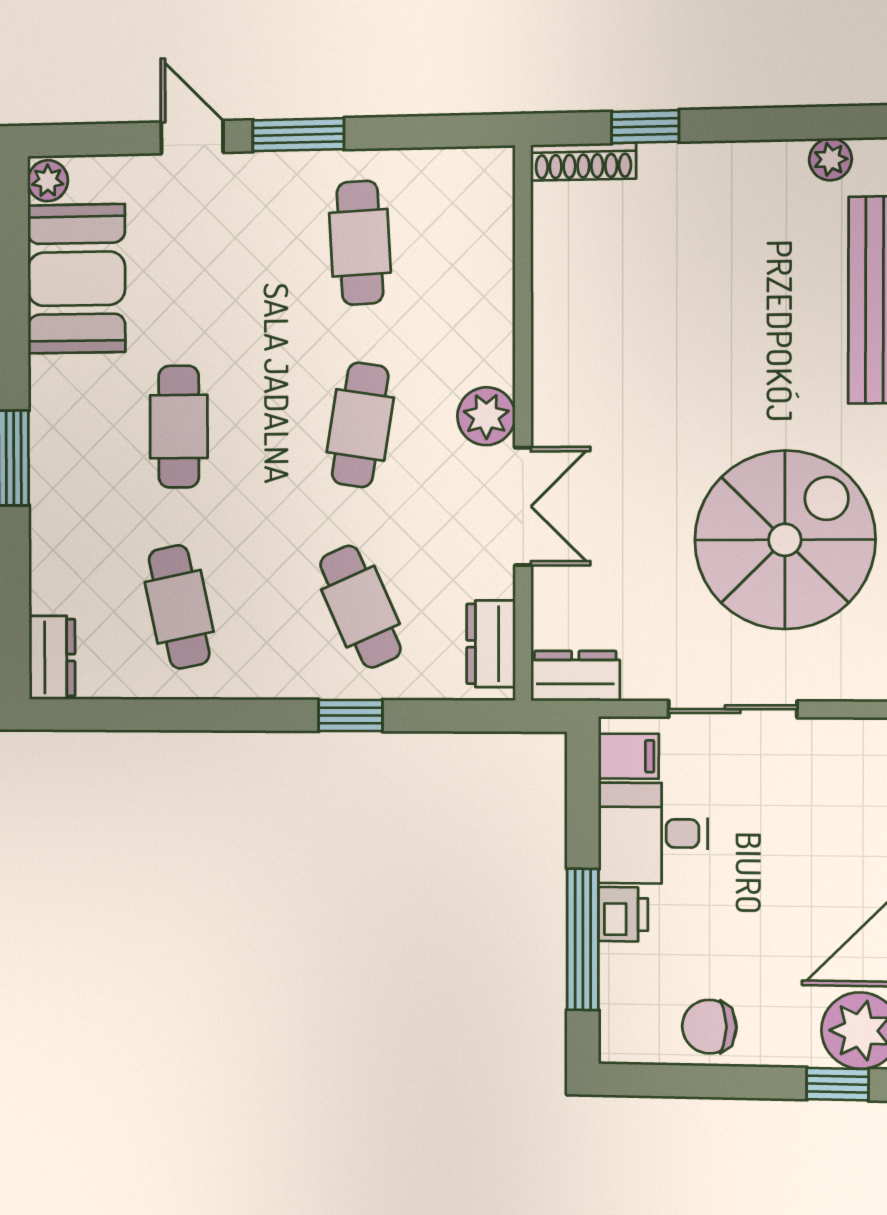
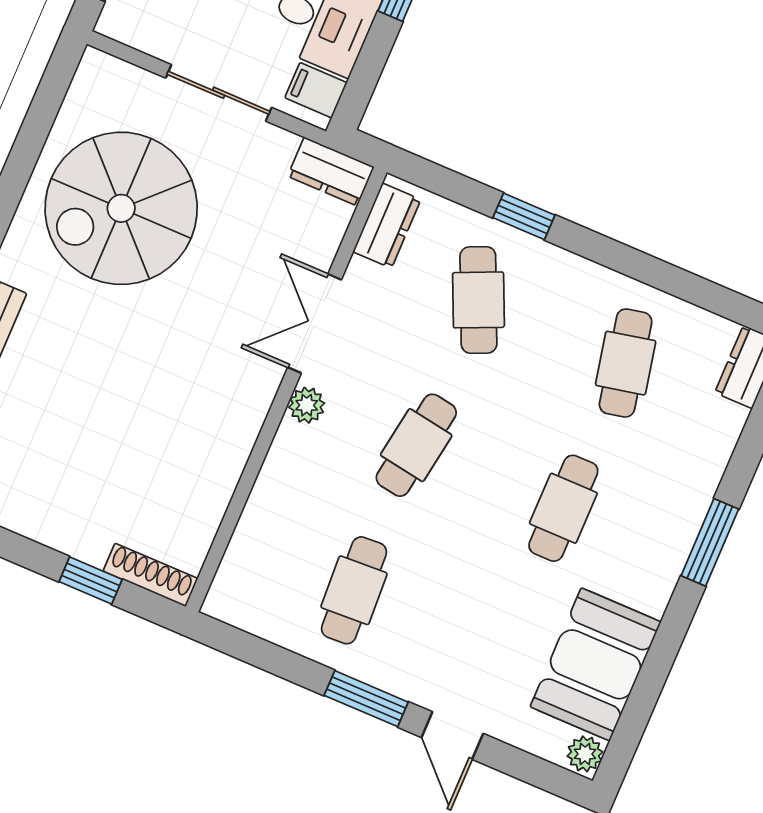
plant: (486, 416) -> (307, 405), width x0.73, depth x0.73

